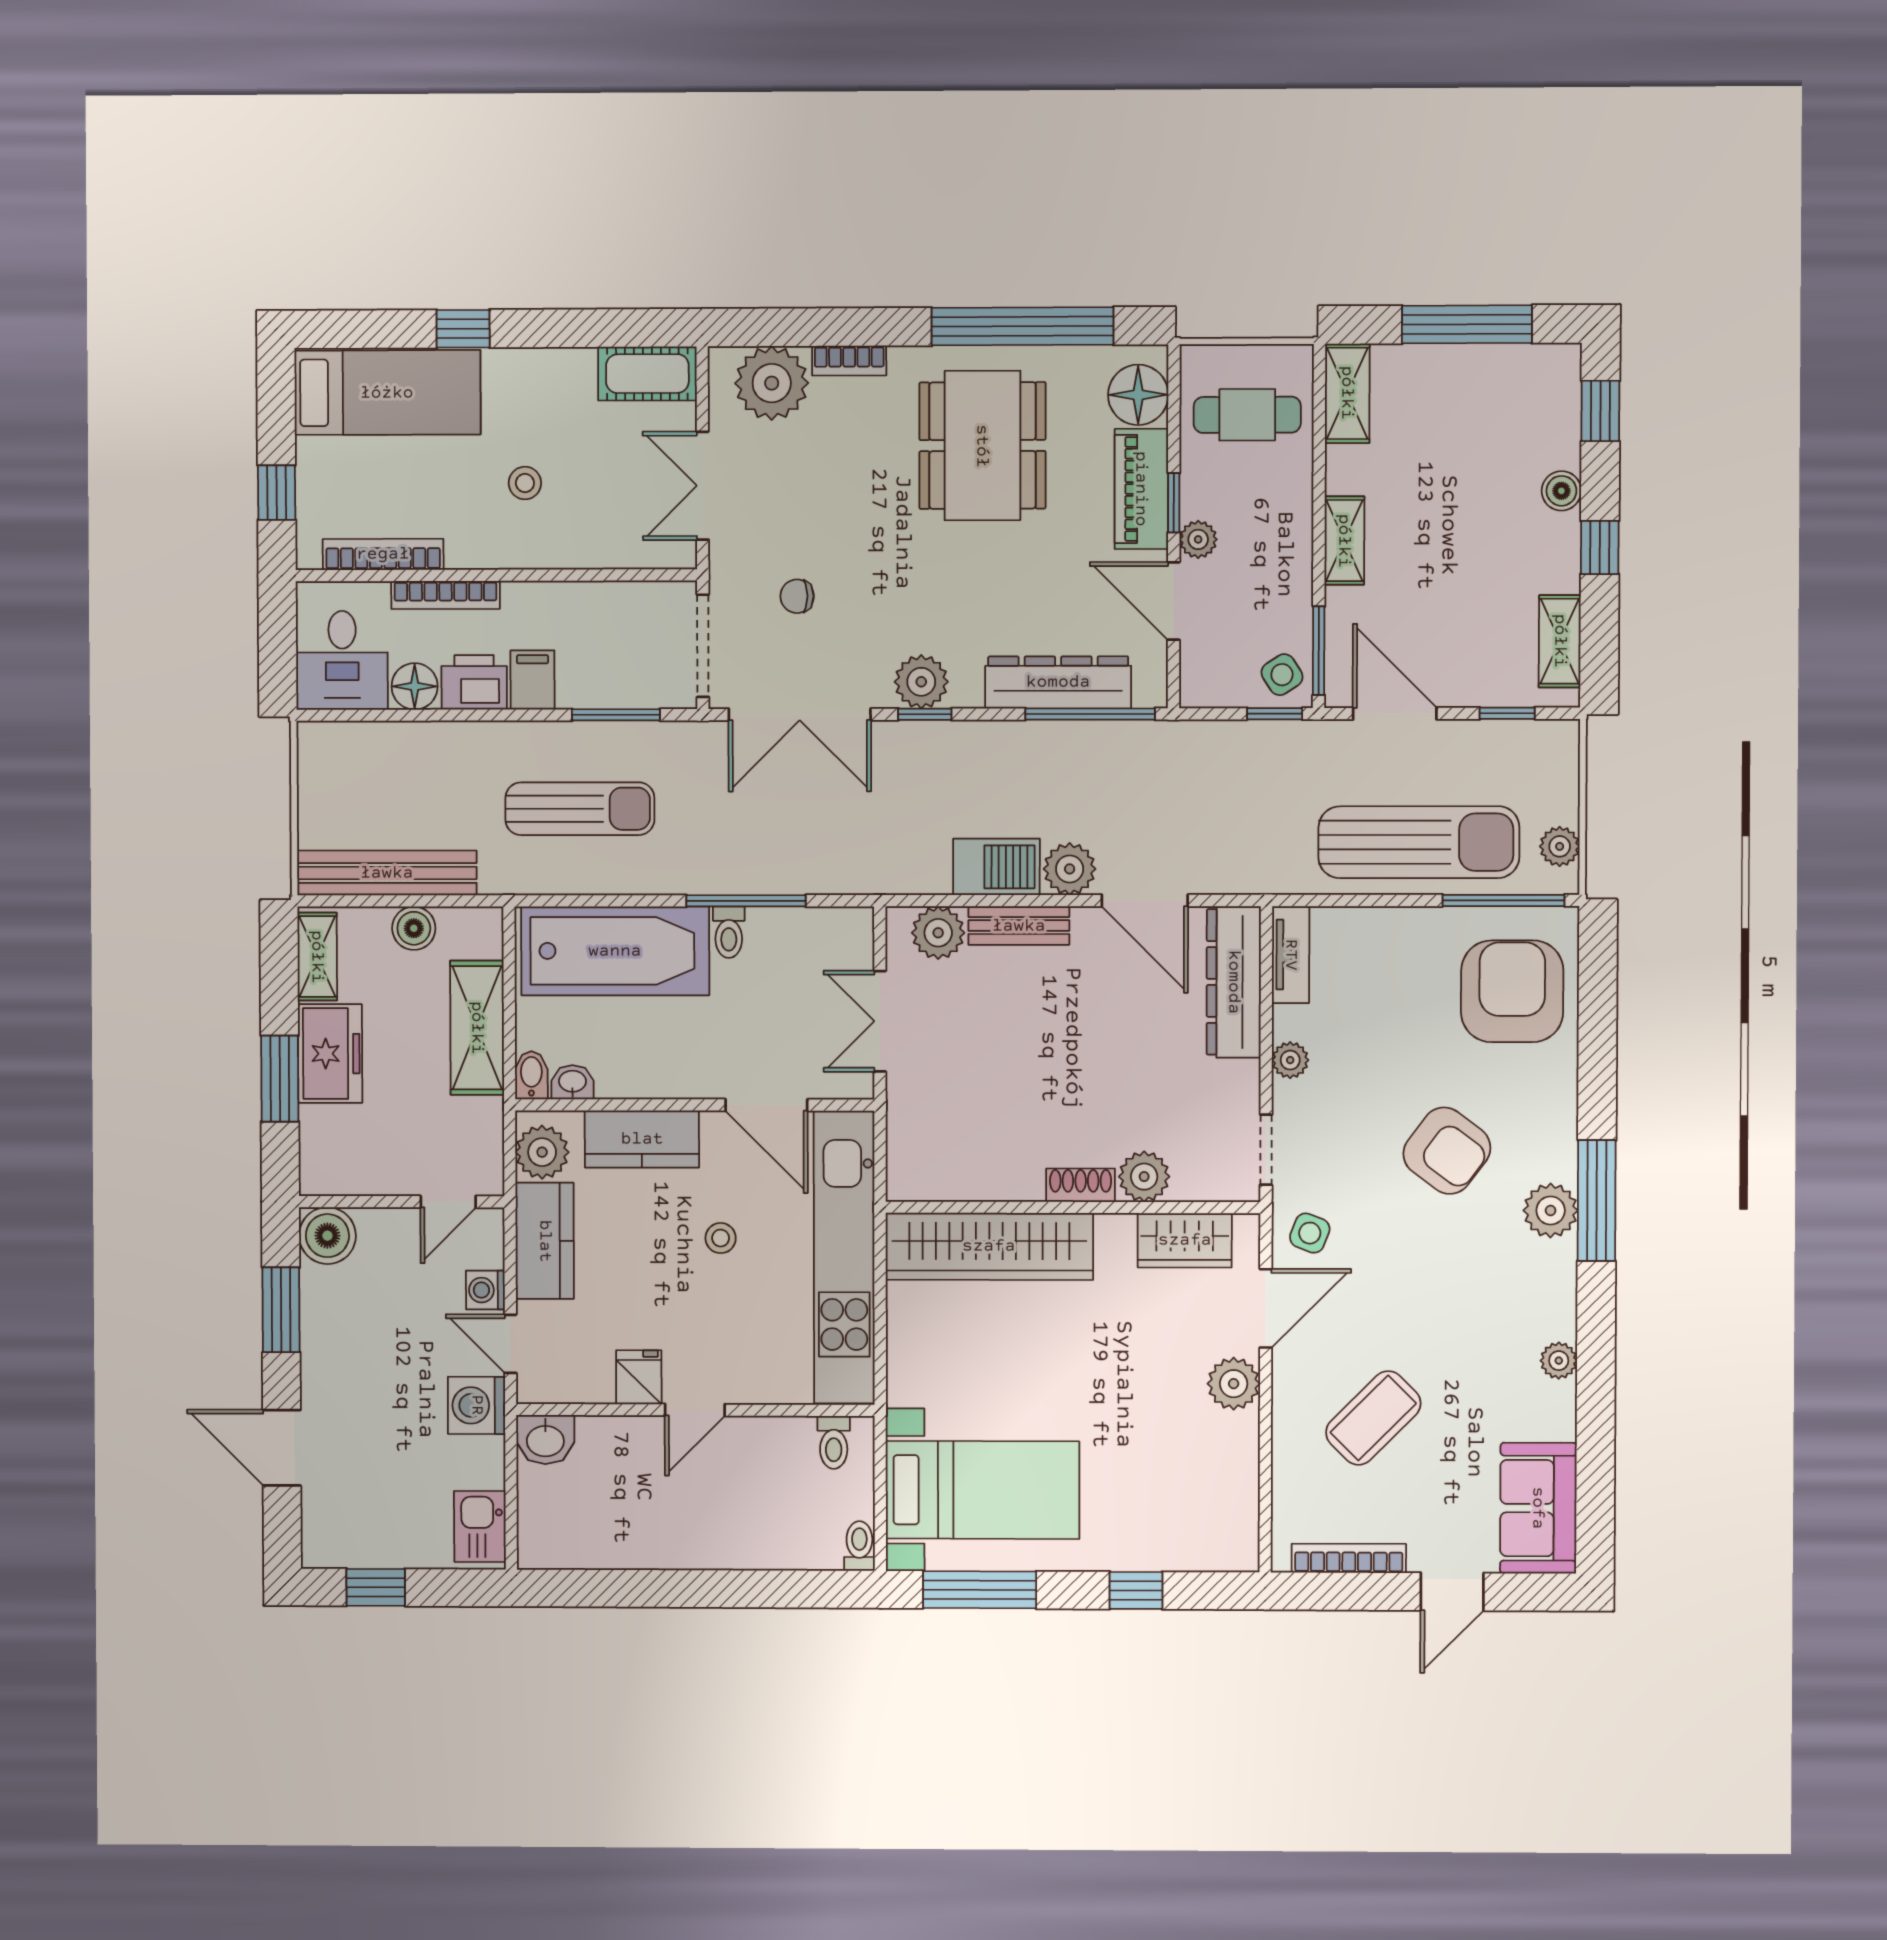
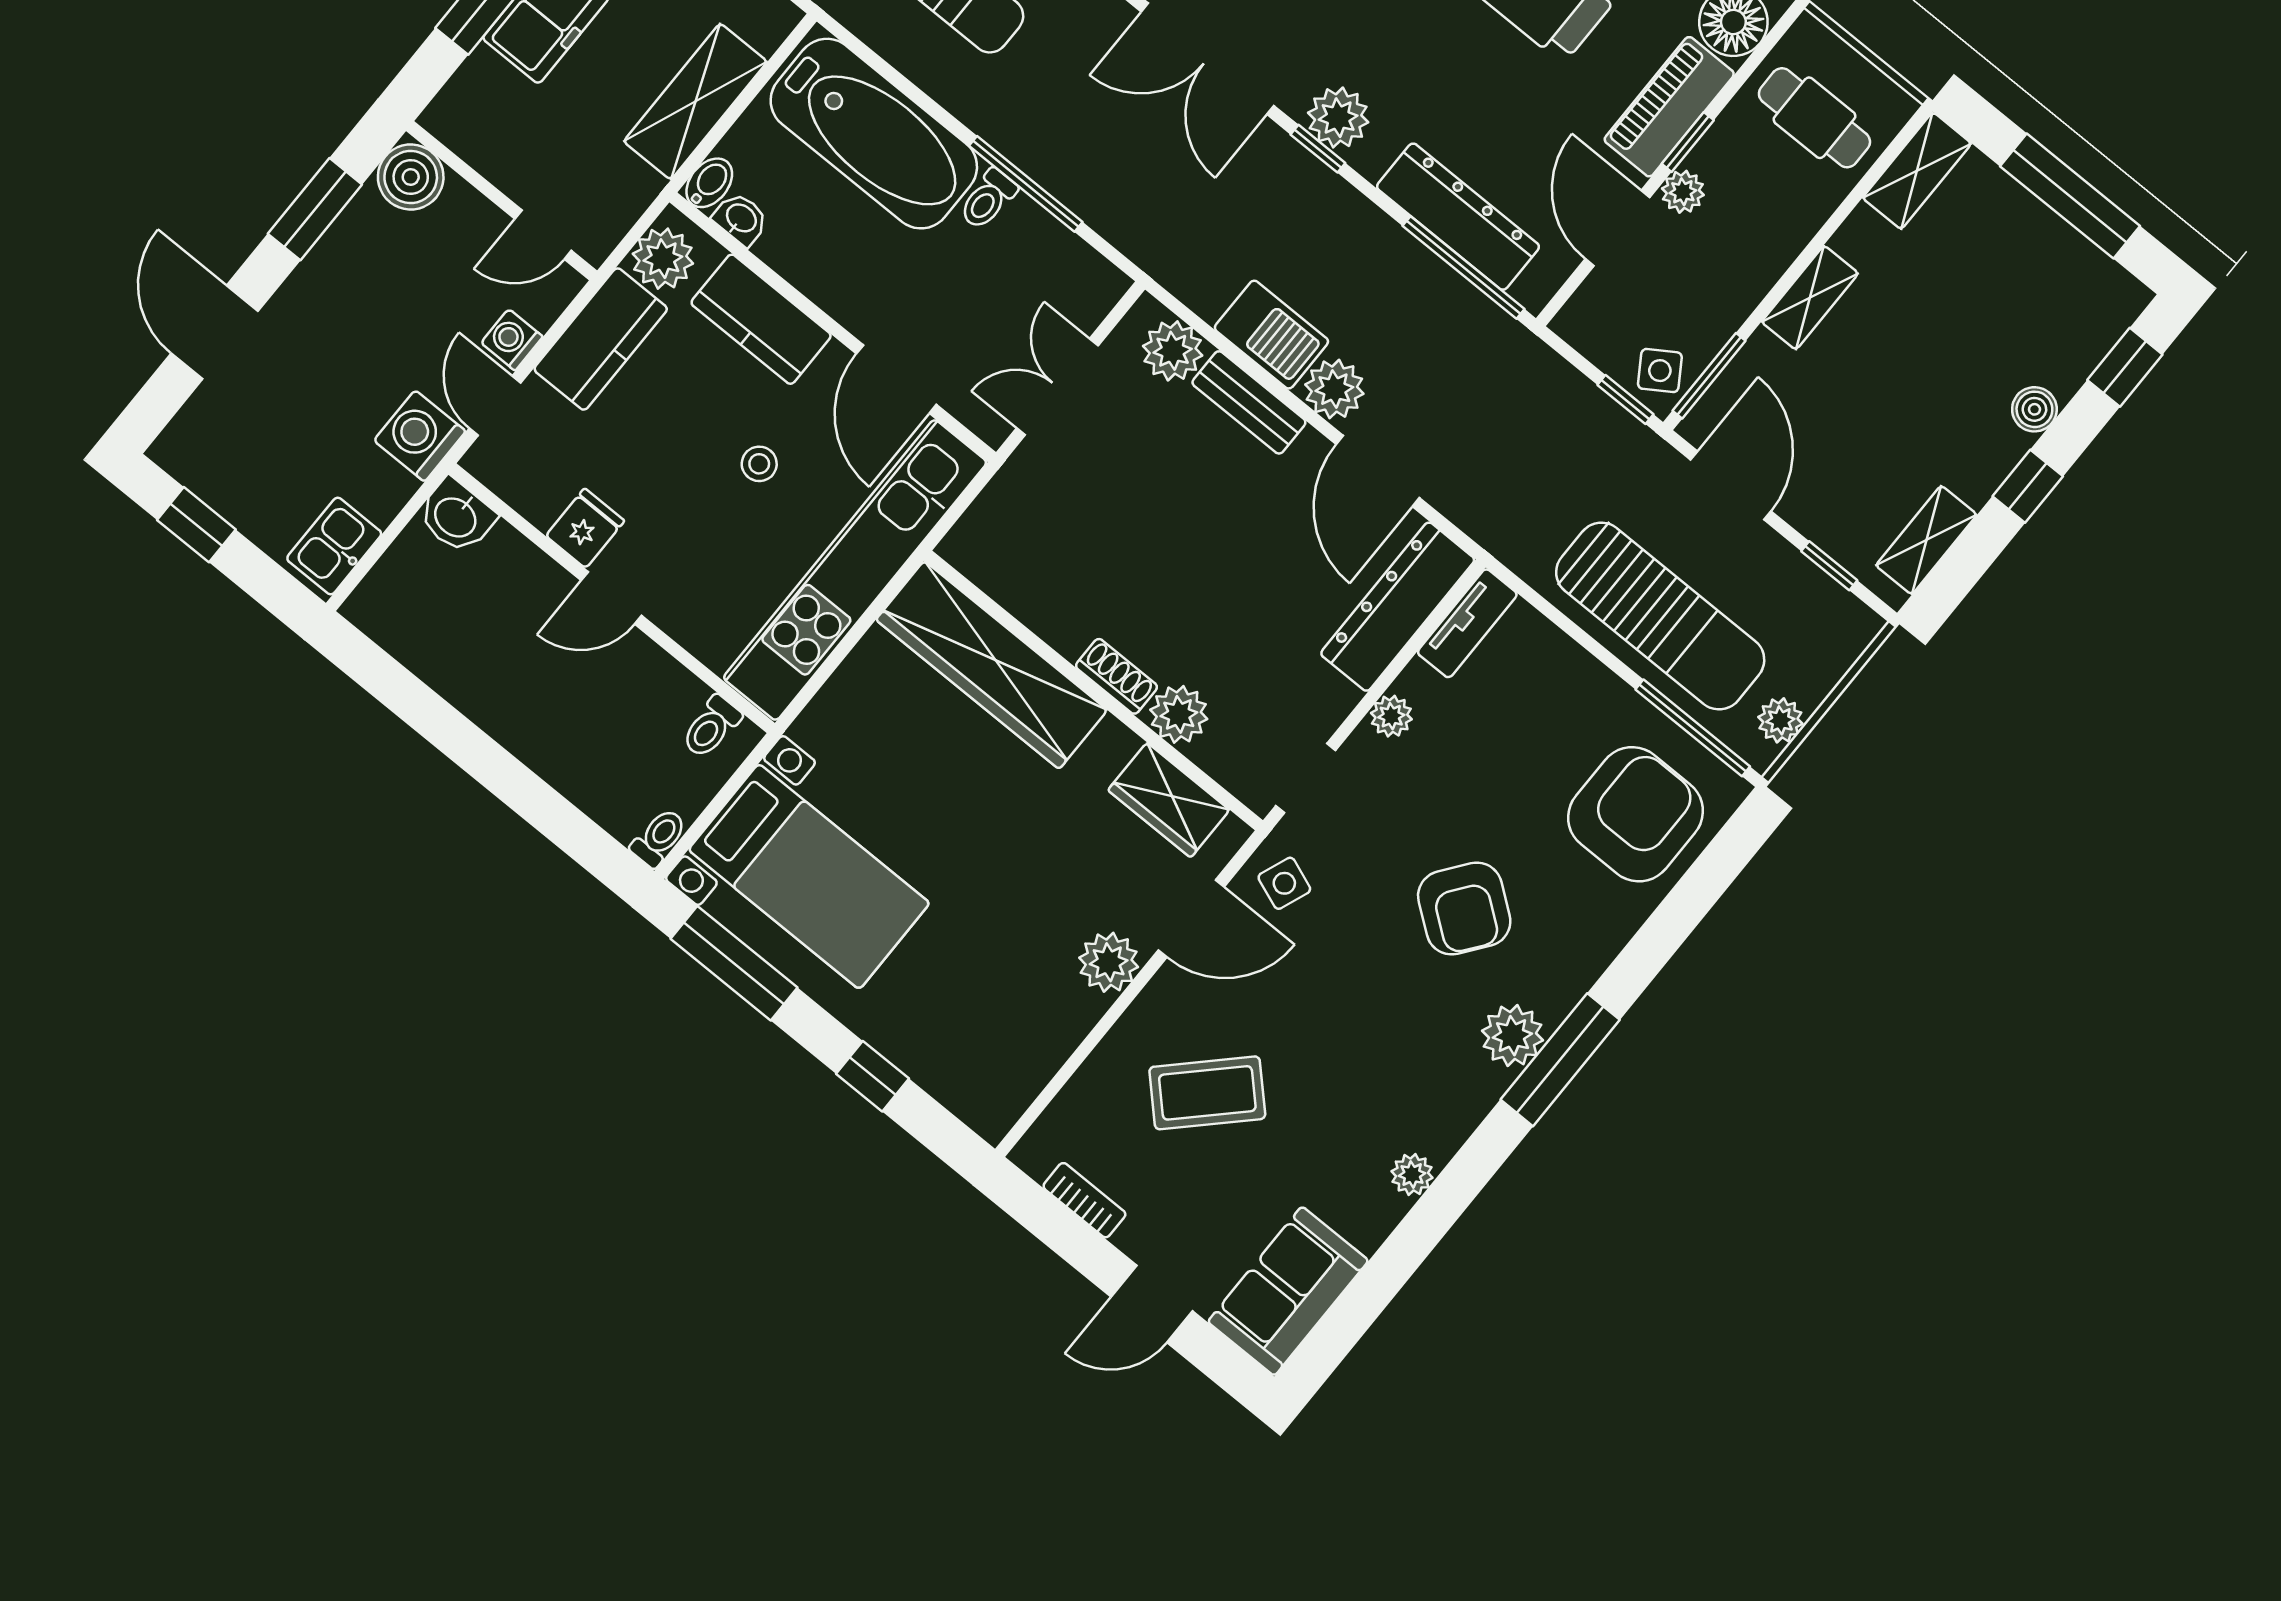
bookcase: (1349, 1558) -> (1084, 1200), width x0.64

